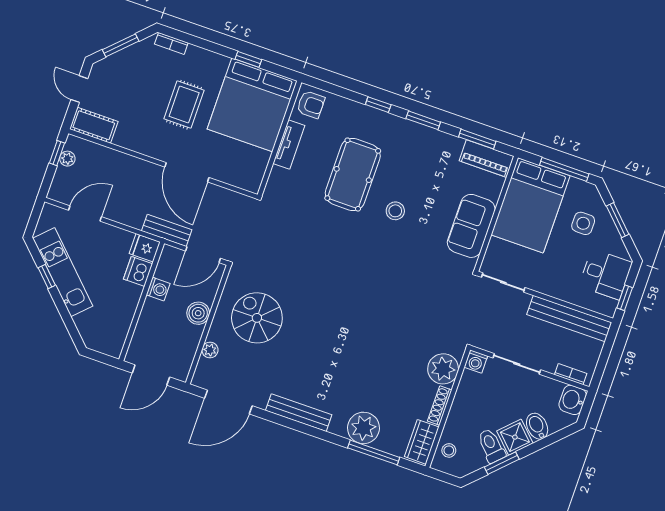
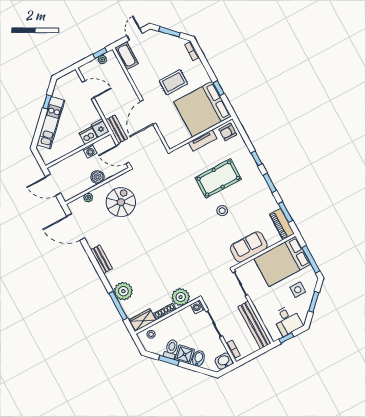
armchair: (311, 105) -> (228, 132), turned 90
kitchen unit: (63, 272) -> (51, 123), moved
bench: (299, 413) -> (102, 259), width x0.73

